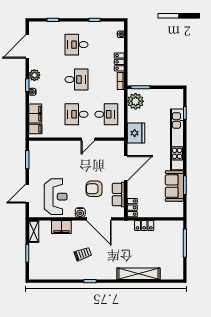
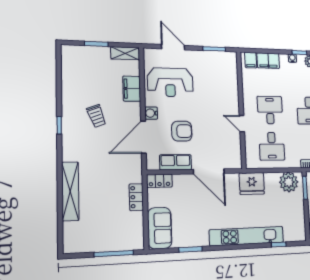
sofa: (174, 186) -> (160, 228), moved, turned 90
armchair: (94, 189) -> (182, 131), turned 90

